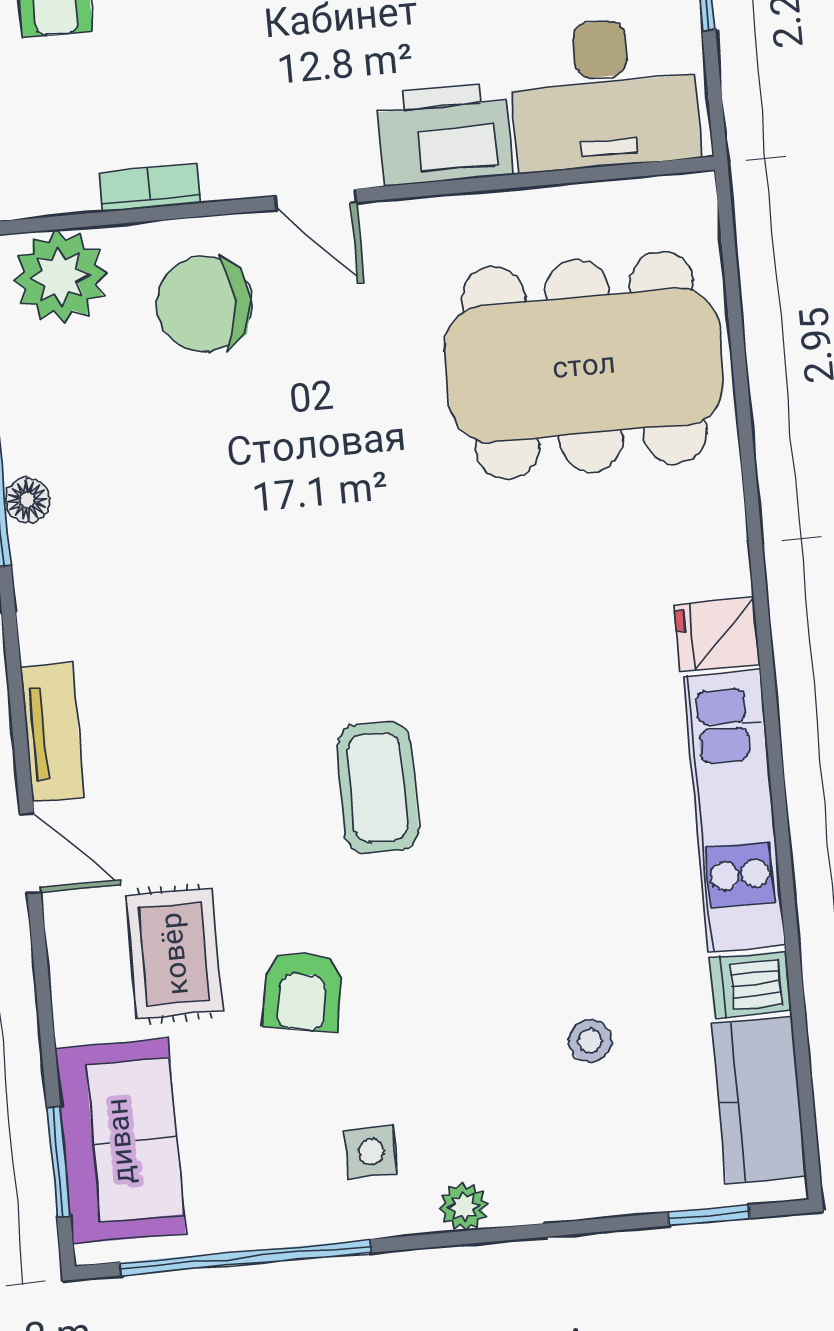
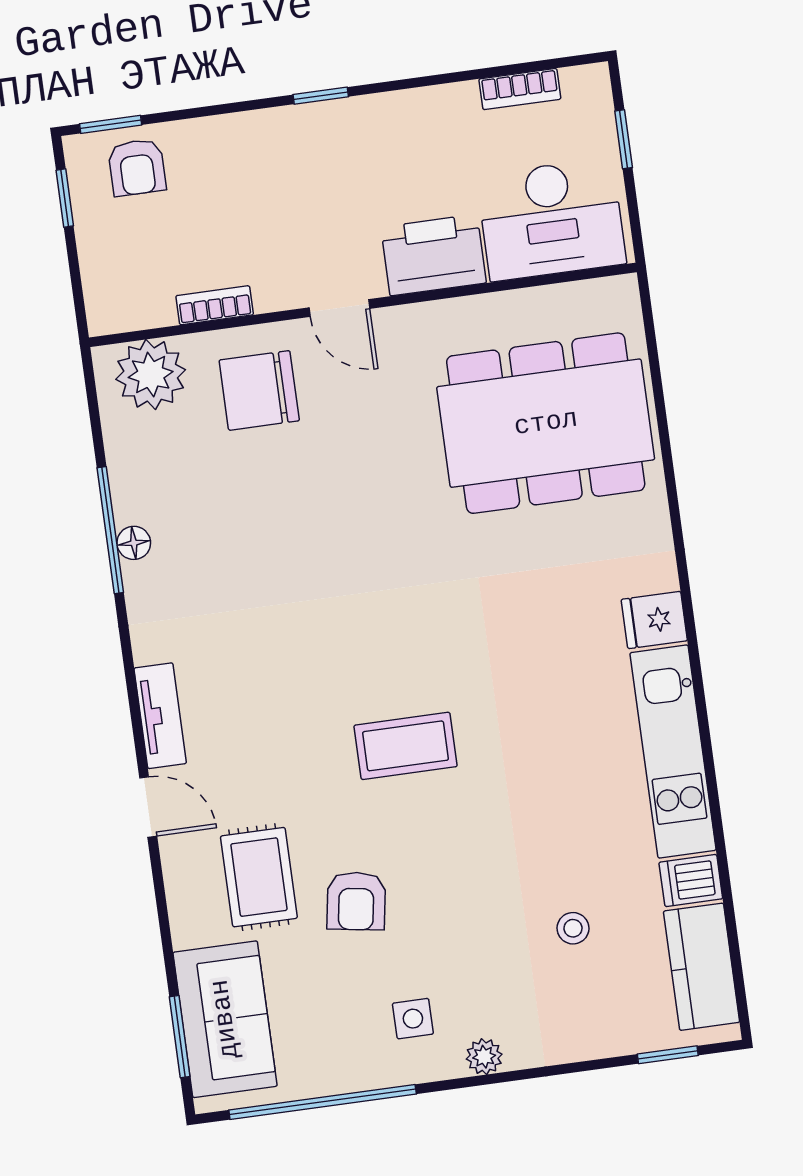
coffee table: (378, 787) -> (406, 746), turned 90

